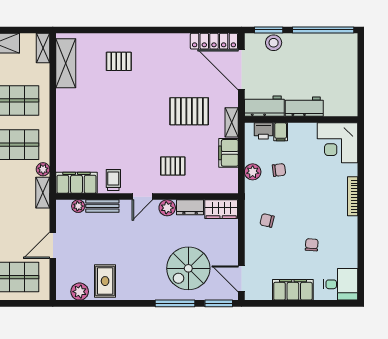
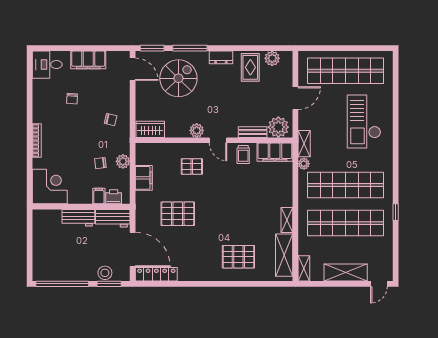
pallet: (119, 61) -> (238, 257), width x1.50, depth x1.42
shelving: (232, 122) -> (287, 220), moved
door: (142, 197) -> (218, 140), swing flipped
plant: (78, 206) -> (278, 127), width x1.87, depth x1.87
dresser: (190, 207) -> (221, 57), moved, turned 180

